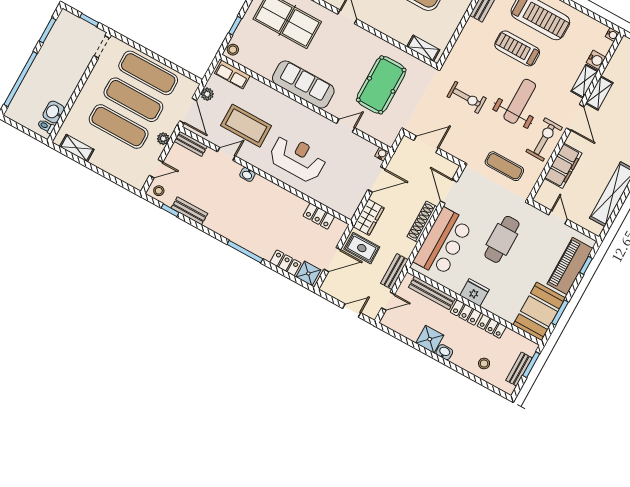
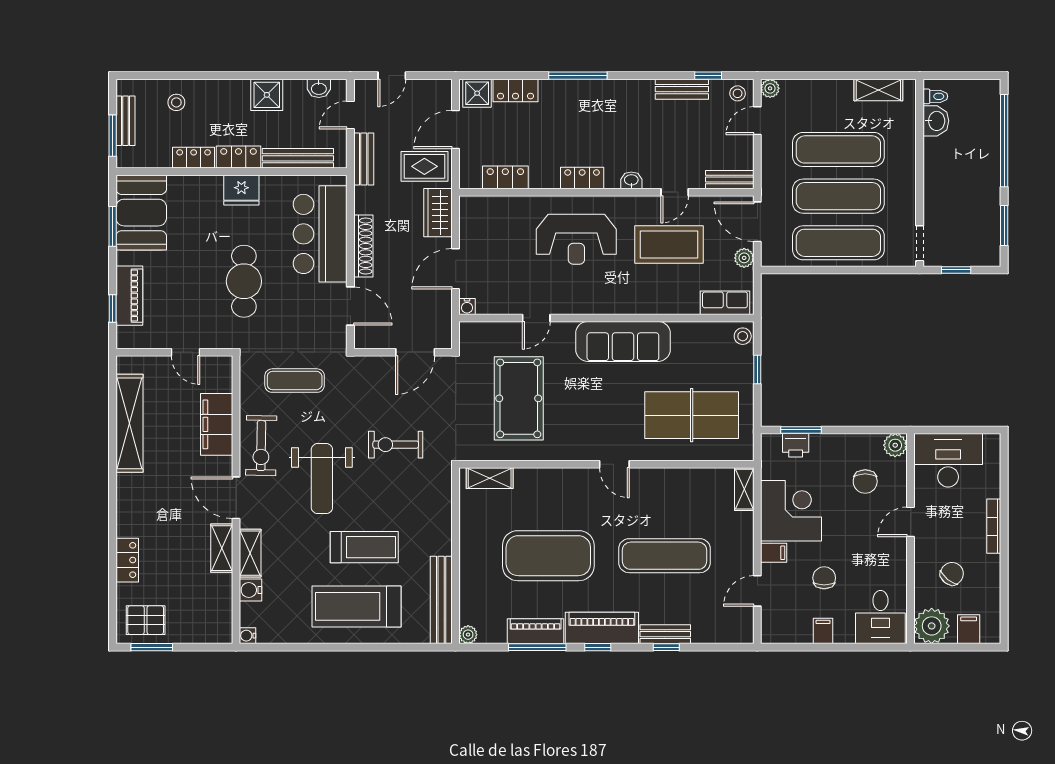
plant: (163, 139) -> (770, 88), moved
locker: (275, 191) -> (582, 178), added
piano: (570, 266) -> (129, 296), width x0.73, depth x0.75
washbasin: (444, 352) -> (319, 88), moved

